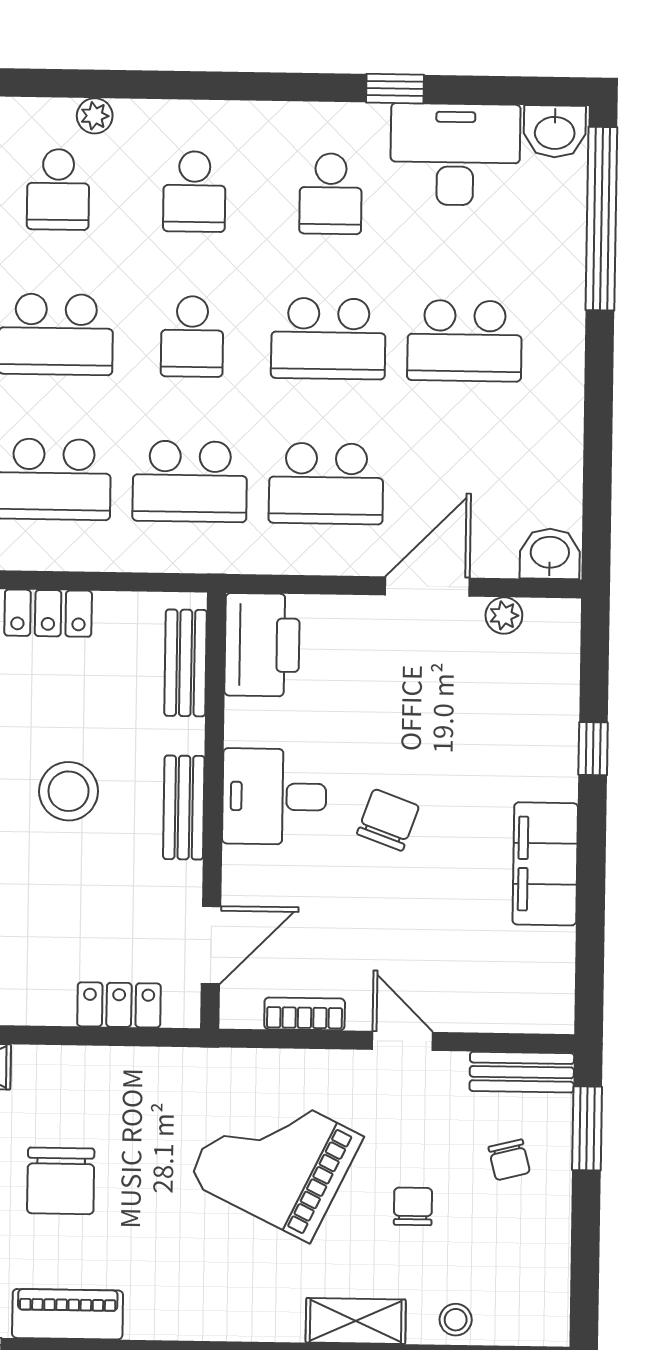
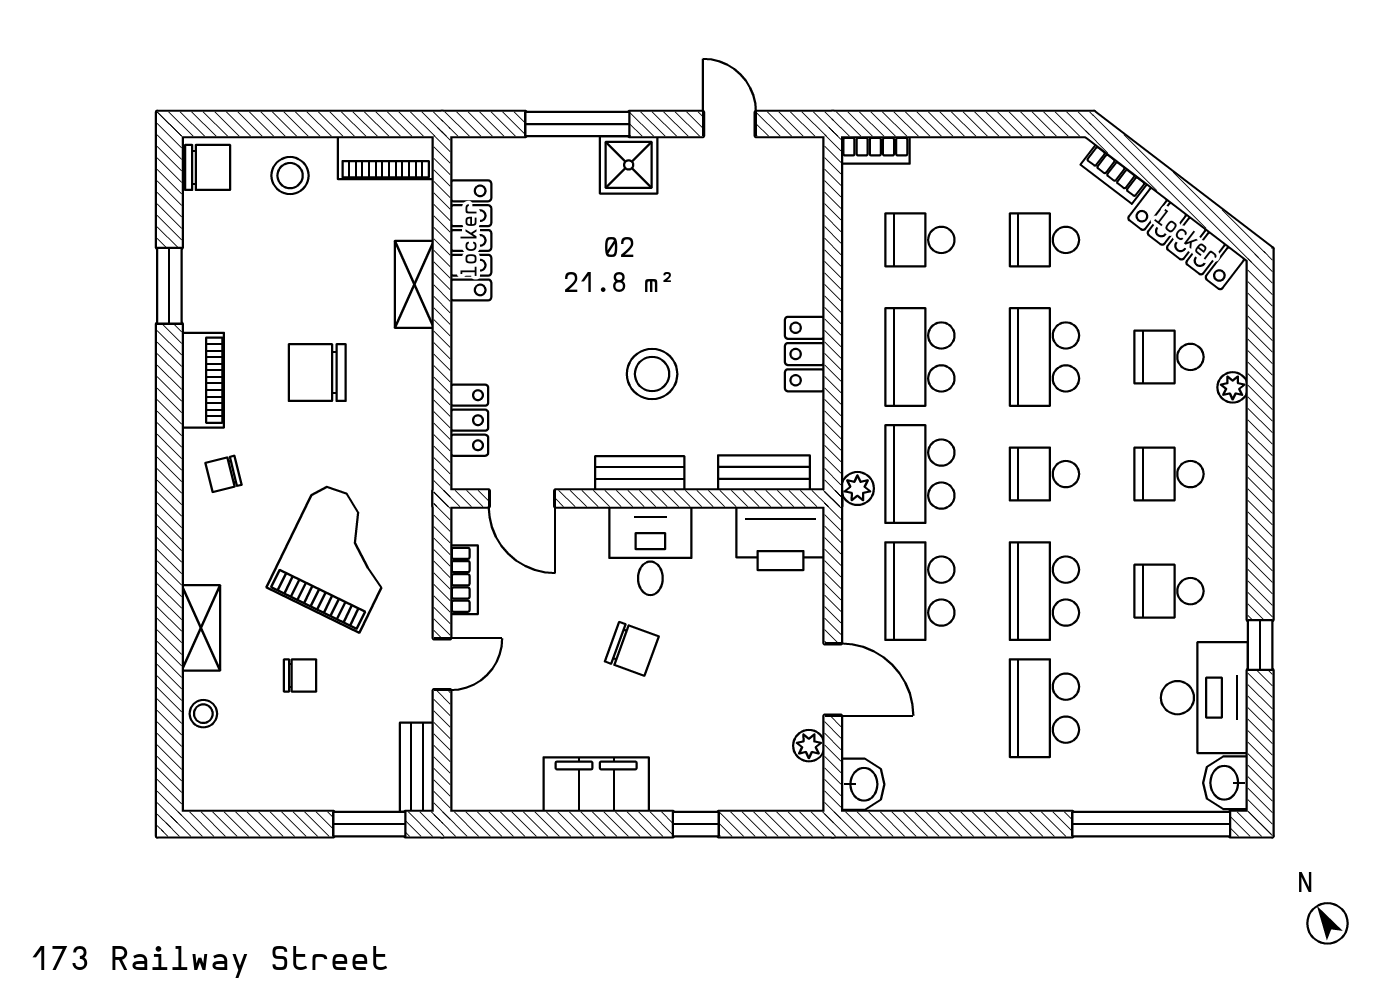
plant: (205, 554) -> (857, 488), added
chair: (509, 1160) -> (223, 474), moved

